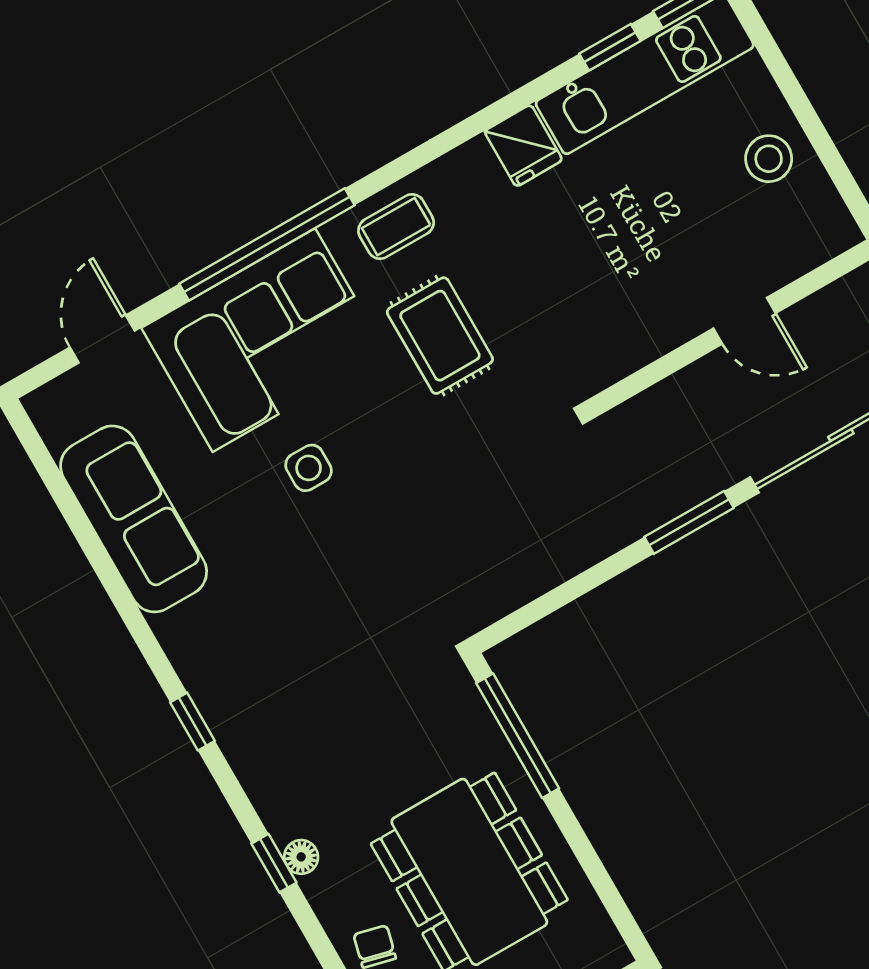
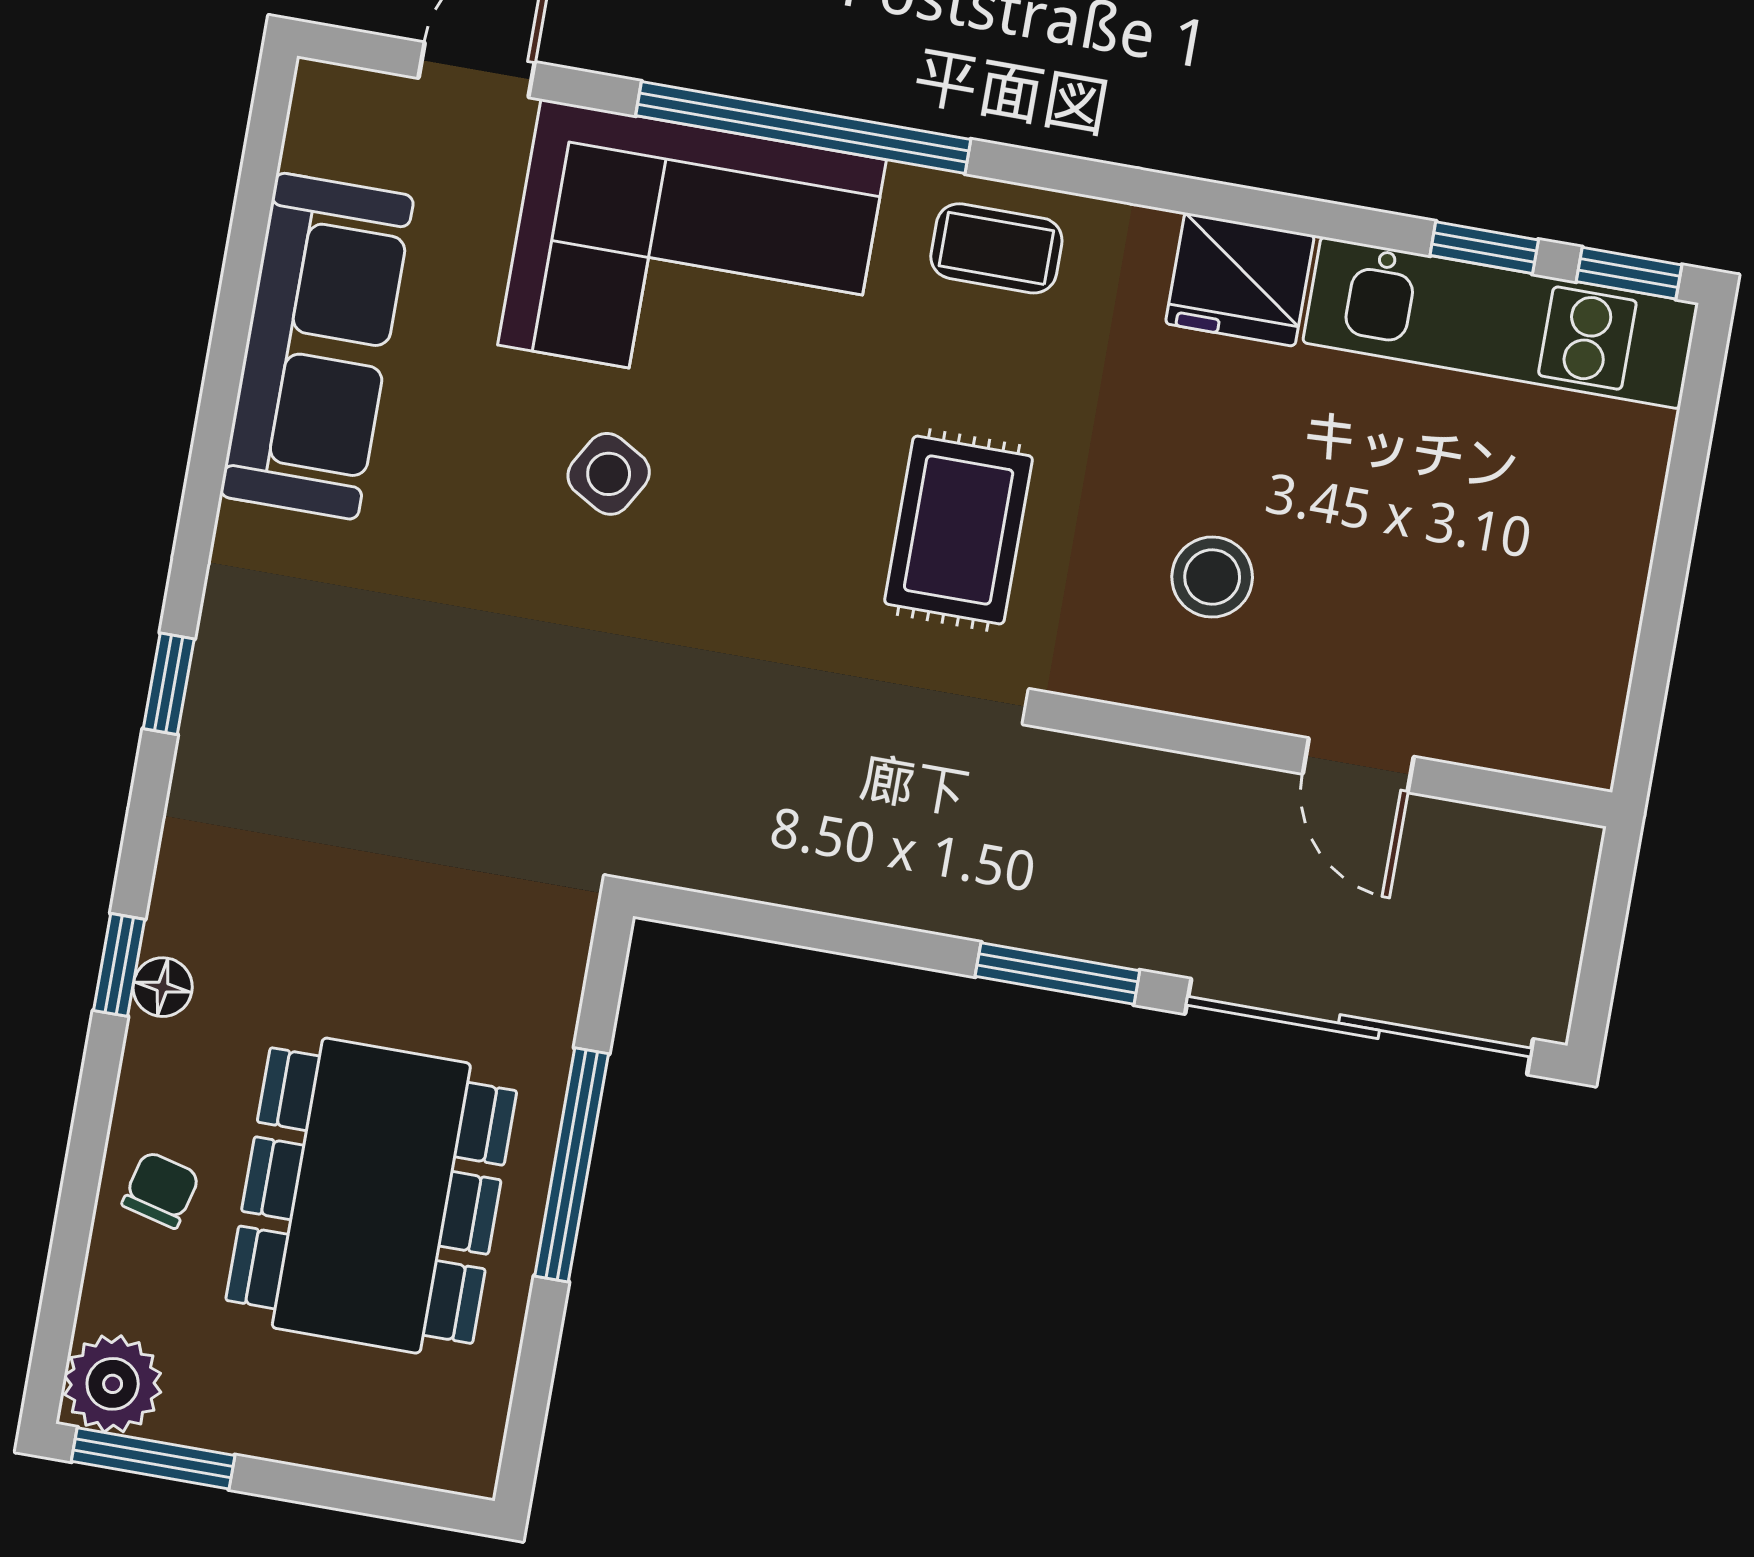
fridge: (523, 146) -> (1240, 279), width x1.38
stool: (769, 159) -> (1212, 577), moved
rug: (440, 336) -> (959, 530), moved
side table: (309, 468) -> (609, 474), turned 30
window: (518, 736) -> (572, 1165), moved

